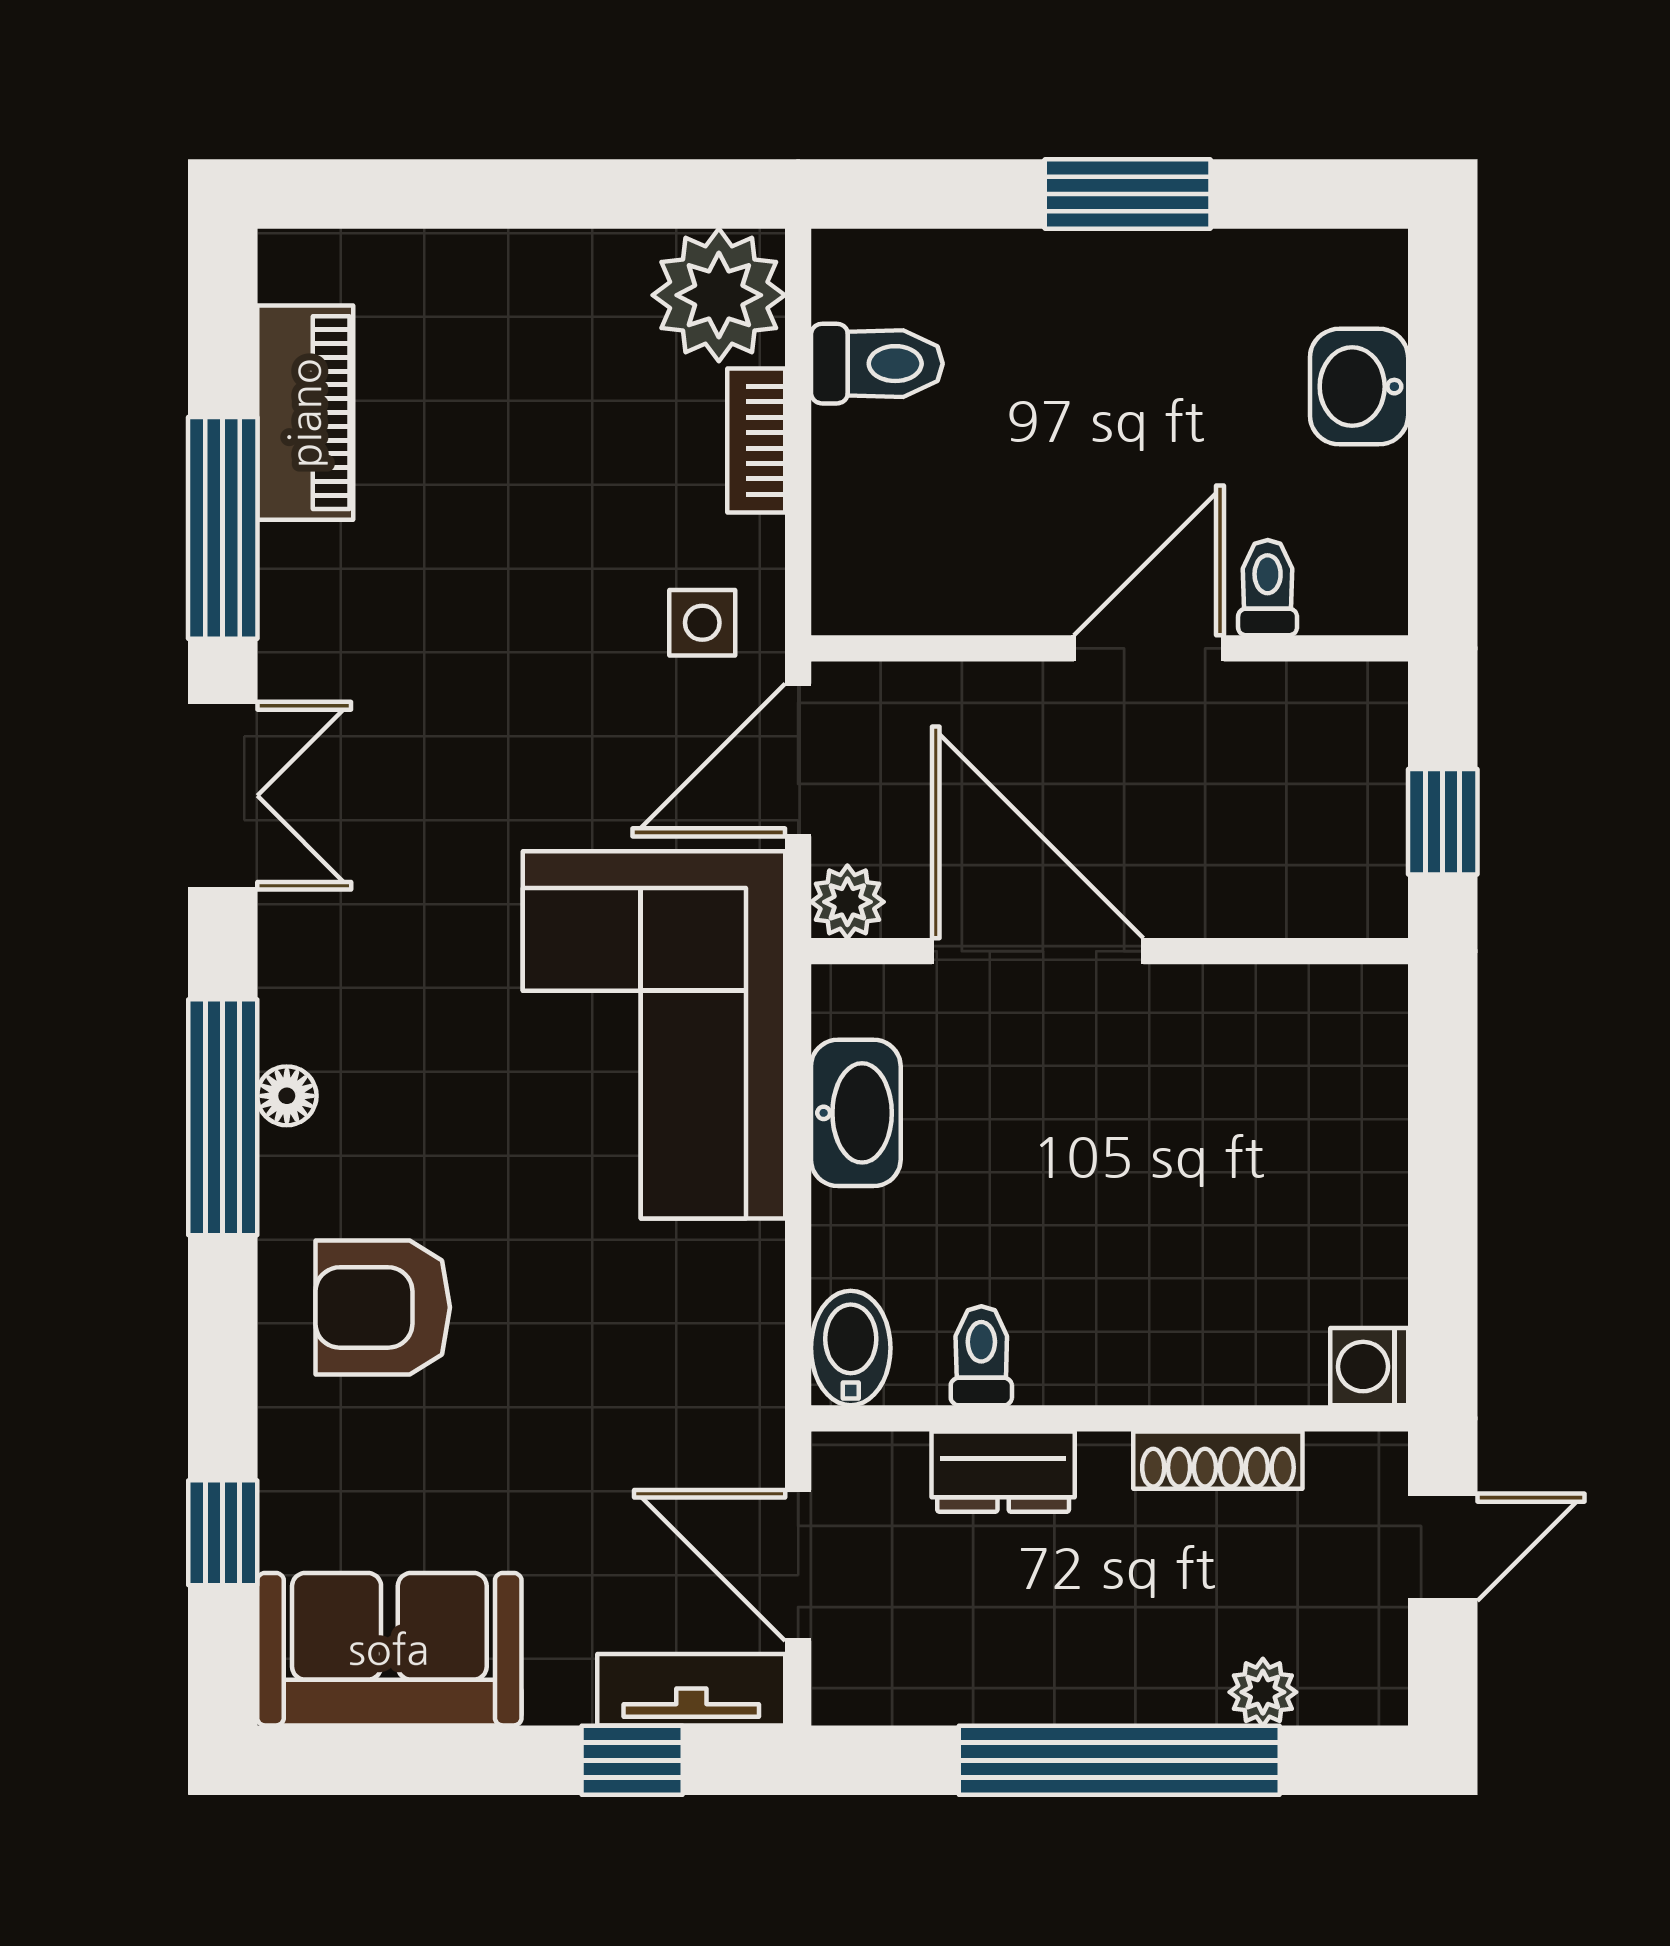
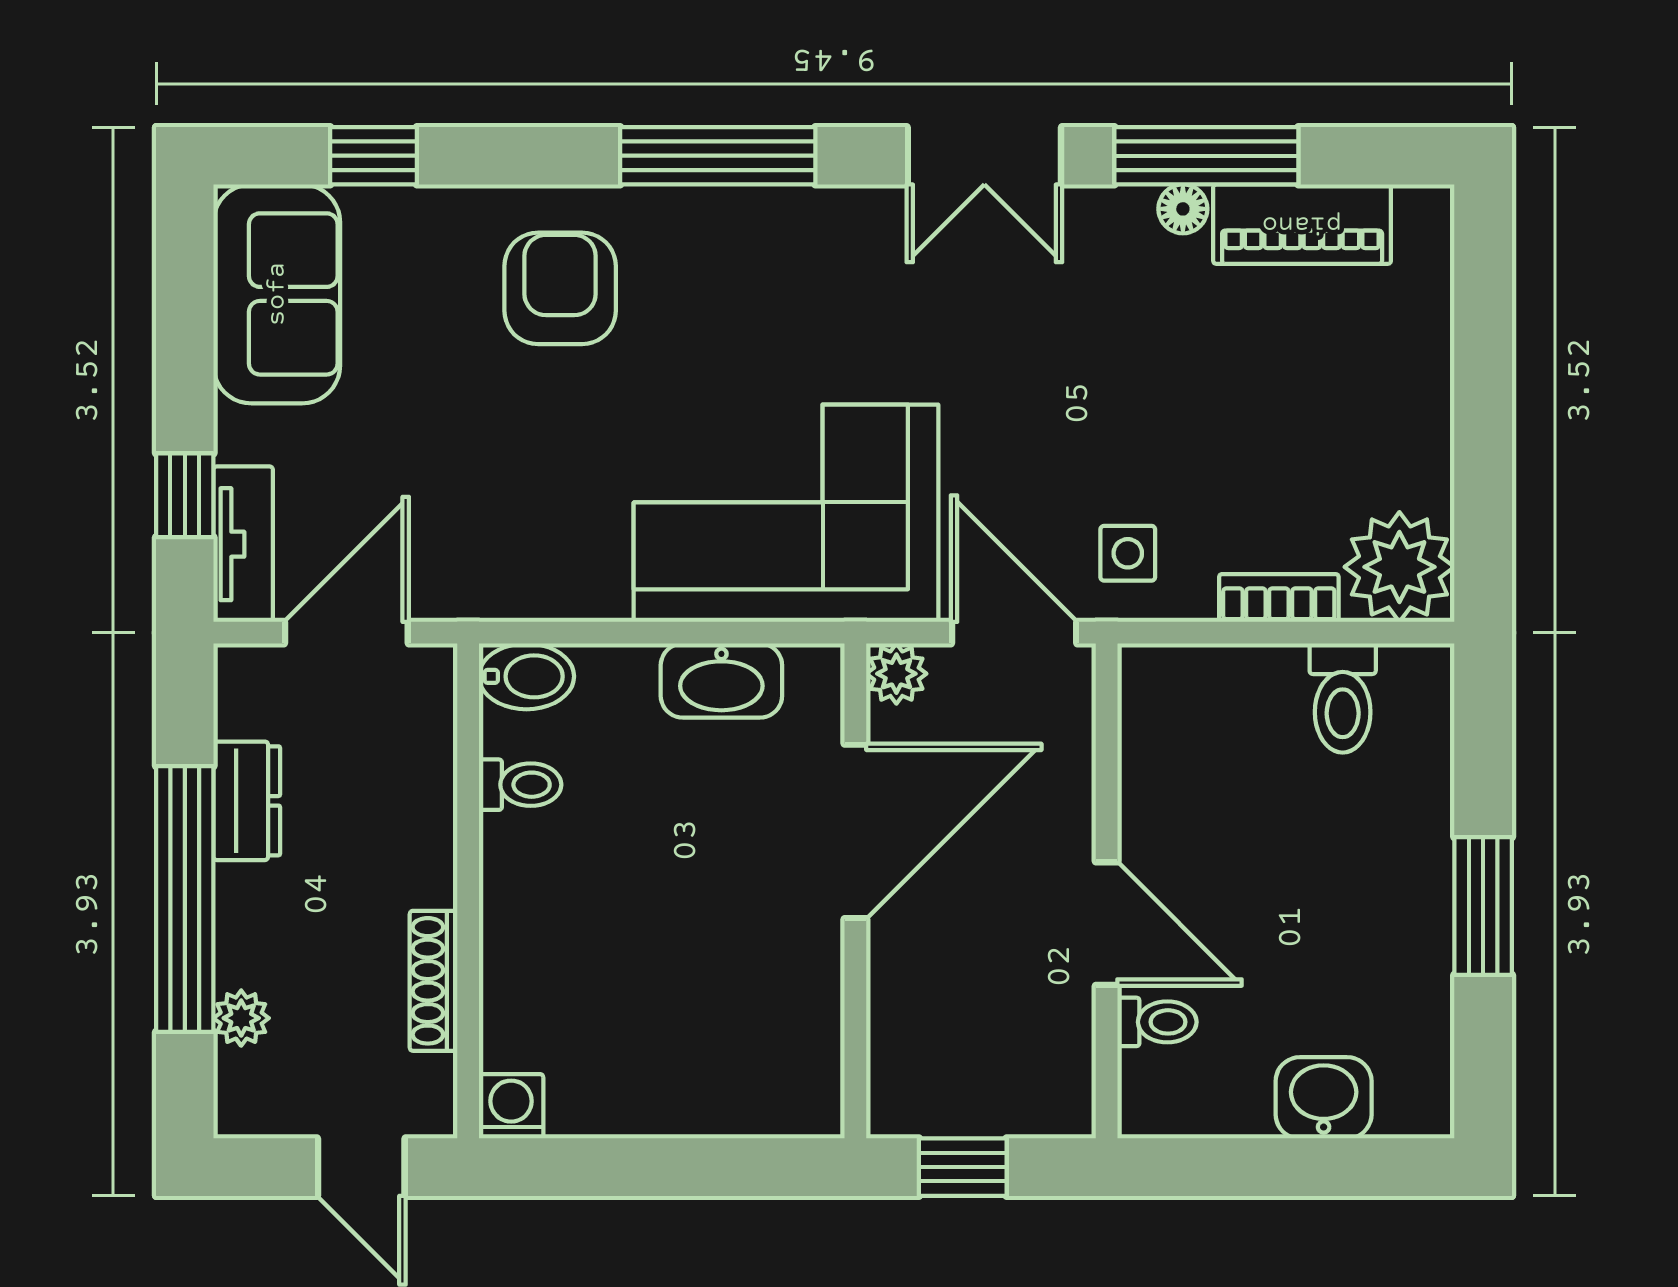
floor lamp: (287, 1096) -> (1183, 209), moved
dresser: (1003, 1472) -> (247, 801), moved, turned 180

